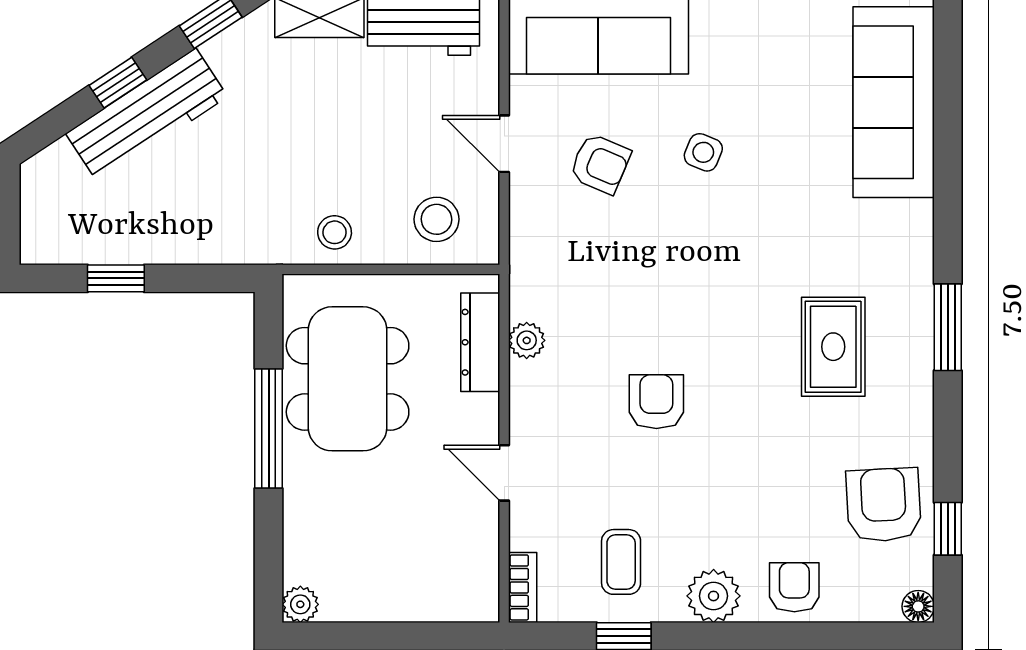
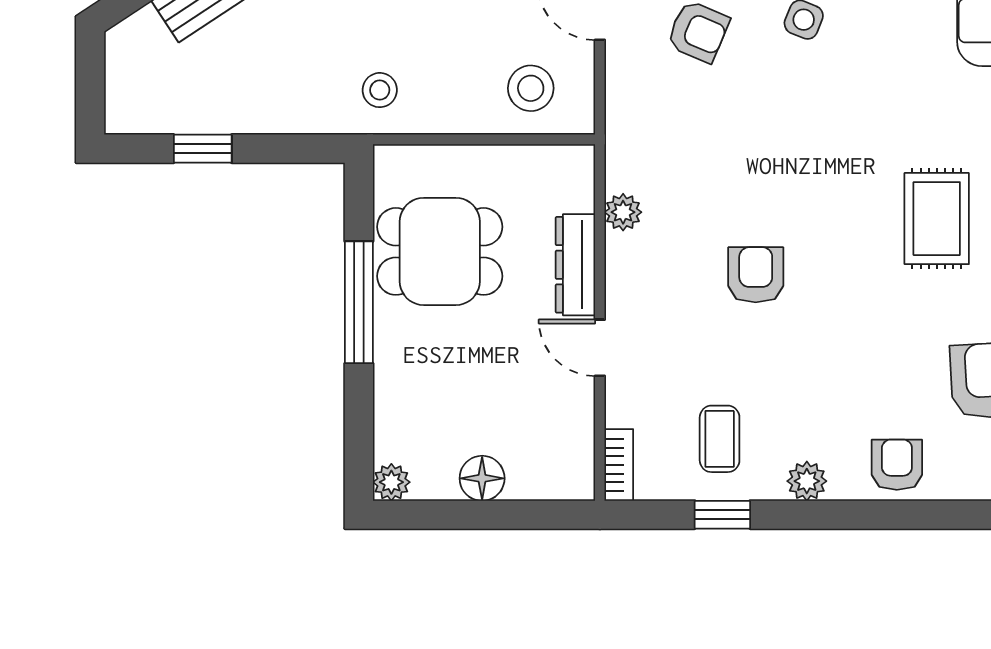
stool: (335, 232) -> (380, 90), moved
dresser: (480, 342) -> (575, 265), moved
dining table: (348, 379) -> (440, 251), width x0.73
plant: (714, 596) -> (807, 481), width x0.73, depth x0.73
floor lamp: (389, 600) -> (482, 478), added

